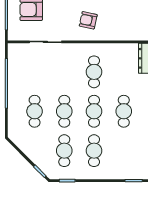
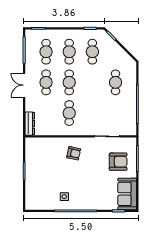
cafe table: (64, 111) -> (46, 52), moved

